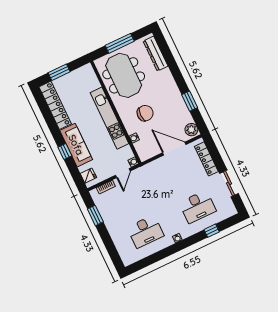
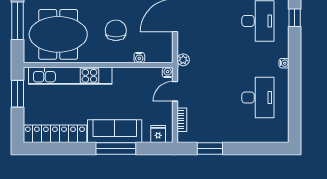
window: (59, 72) -> (18, 94), moved
kitchen unit: (110, 118) -> (70, 76), moved
window: (65, 152) -> (116, 148), width x2.17
plant: (147, 169) -> (183, 60), added
door: (123, 173) -> (175, 91), swing flipped

